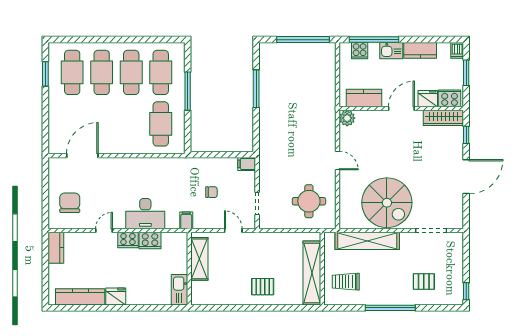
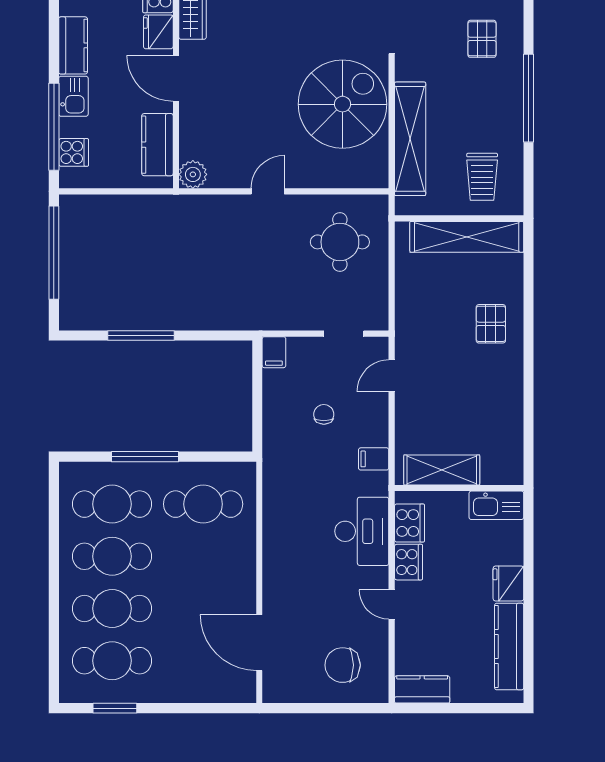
shelving: (199, 259) -> (442, 470), moved
wall: (189, 269) -> (459, 488), moved
kitchen sink: (179, 290) -> (496, 505), moved

